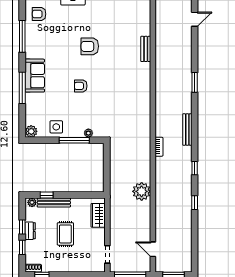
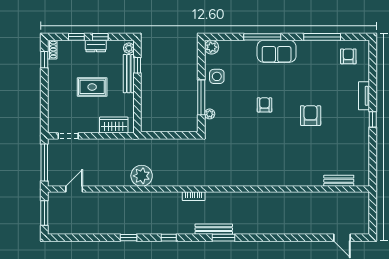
bench: (146, 49) -> (339, 181), moved
window: (195, 82) -> (223, 238), moved

